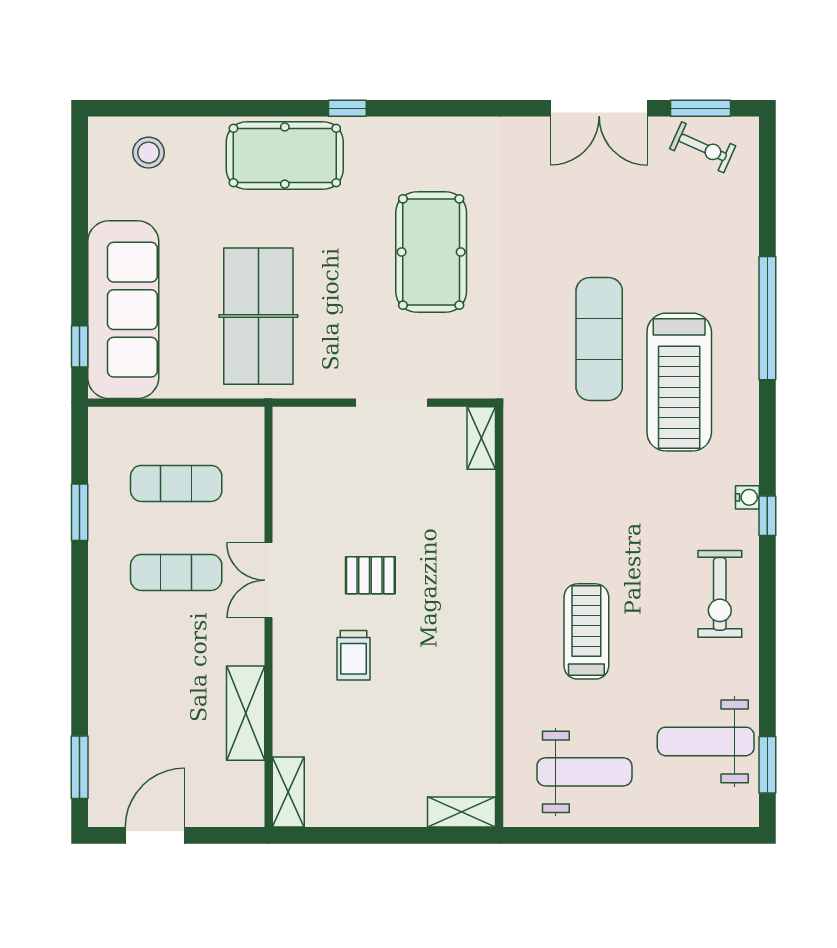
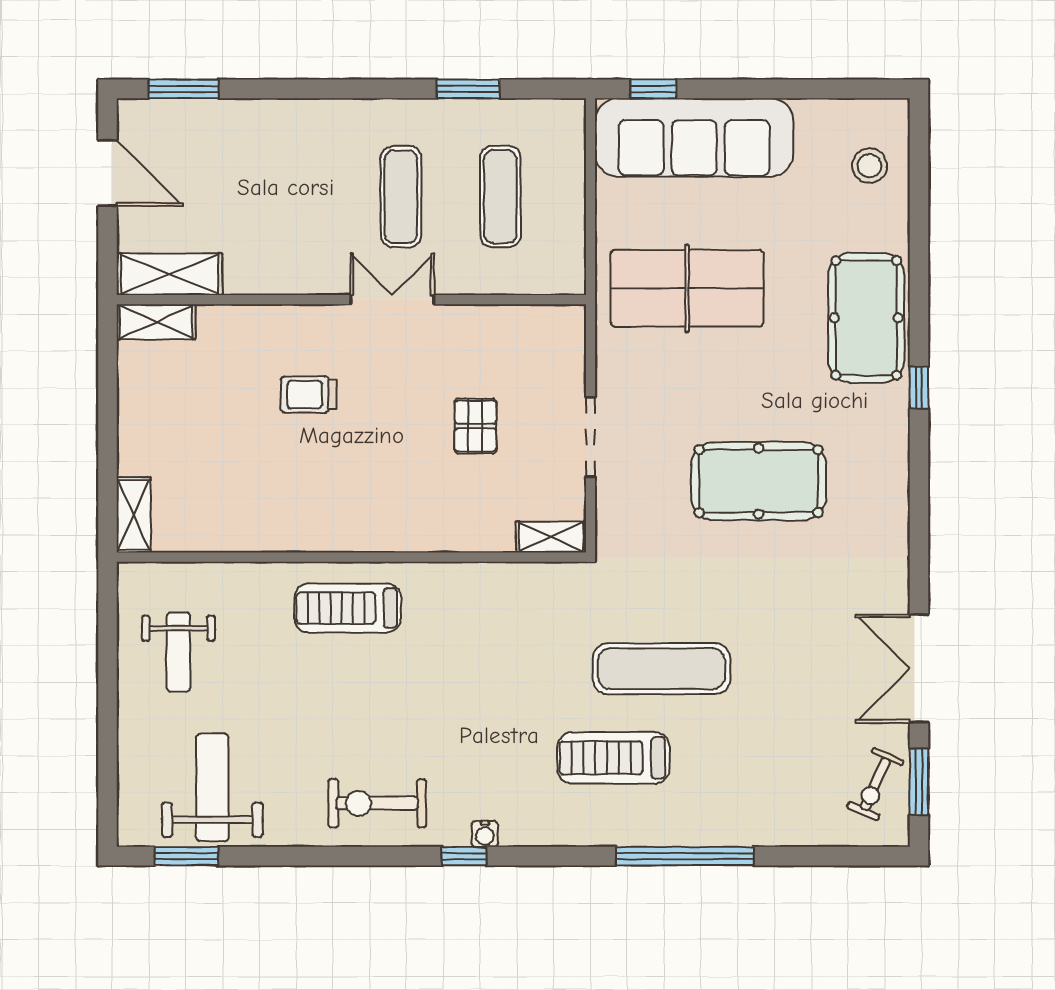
treadmill: (679, 382) -> (613, 758), width x0.73, depth x0.73
pallet: (370, 575) -> (475, 426), moved
treadmill: (586, 631) -> (348, 608), moved, turned 180
shelving: (246, 713) -> (169, 274), moved
weight bench: (584, 772) -> (178, 652), width x0.73, depth x0.75

